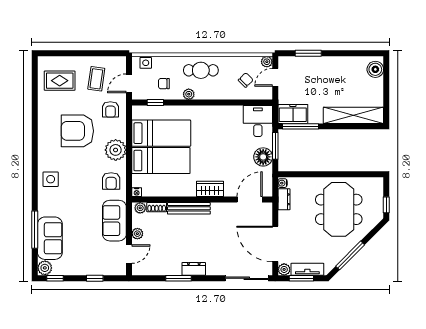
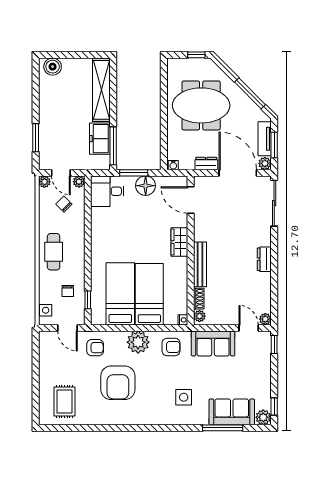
coffee table: (96, 79) -> (63, 363), removed
plant: (189, 94) -> (79, 182), moved
freezer: (293, 114) -> (100, 139), moved
side table: (51, 179) -> (184, 397), moved
dresser: (284, 199) -> (206, 164), moved
plant: (137, 234) -> (265, 319), moved
door: (275, 244) -> (238, 173), swing flipped
window: (95, 278) -> (274, 345), moved
window: (178, 278) -> (274, 275), removed

